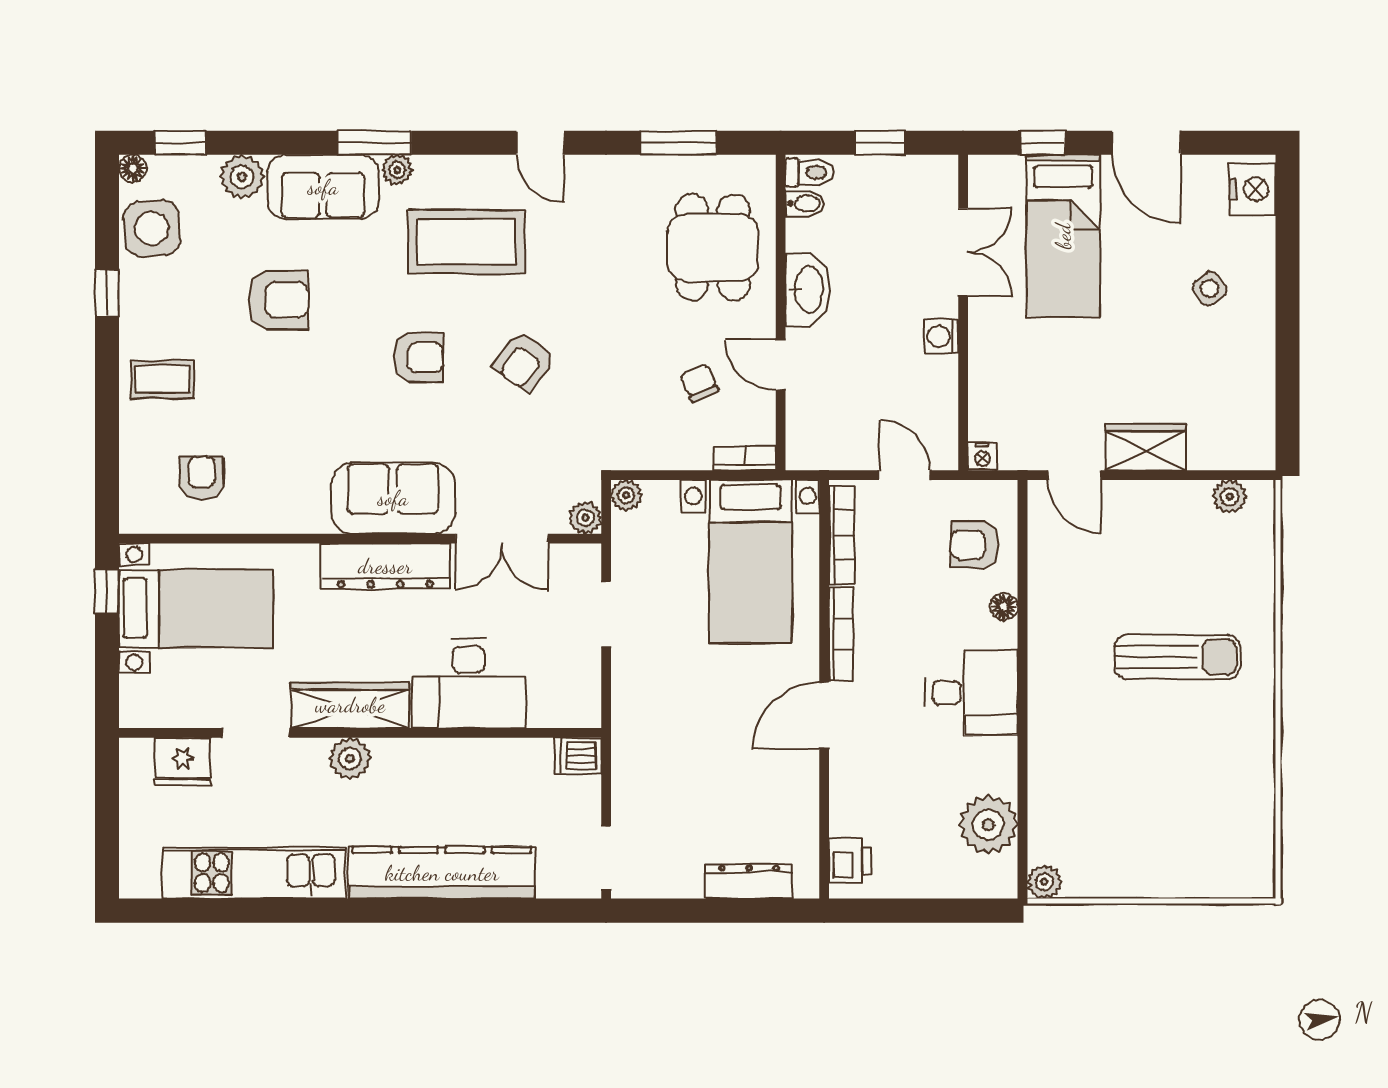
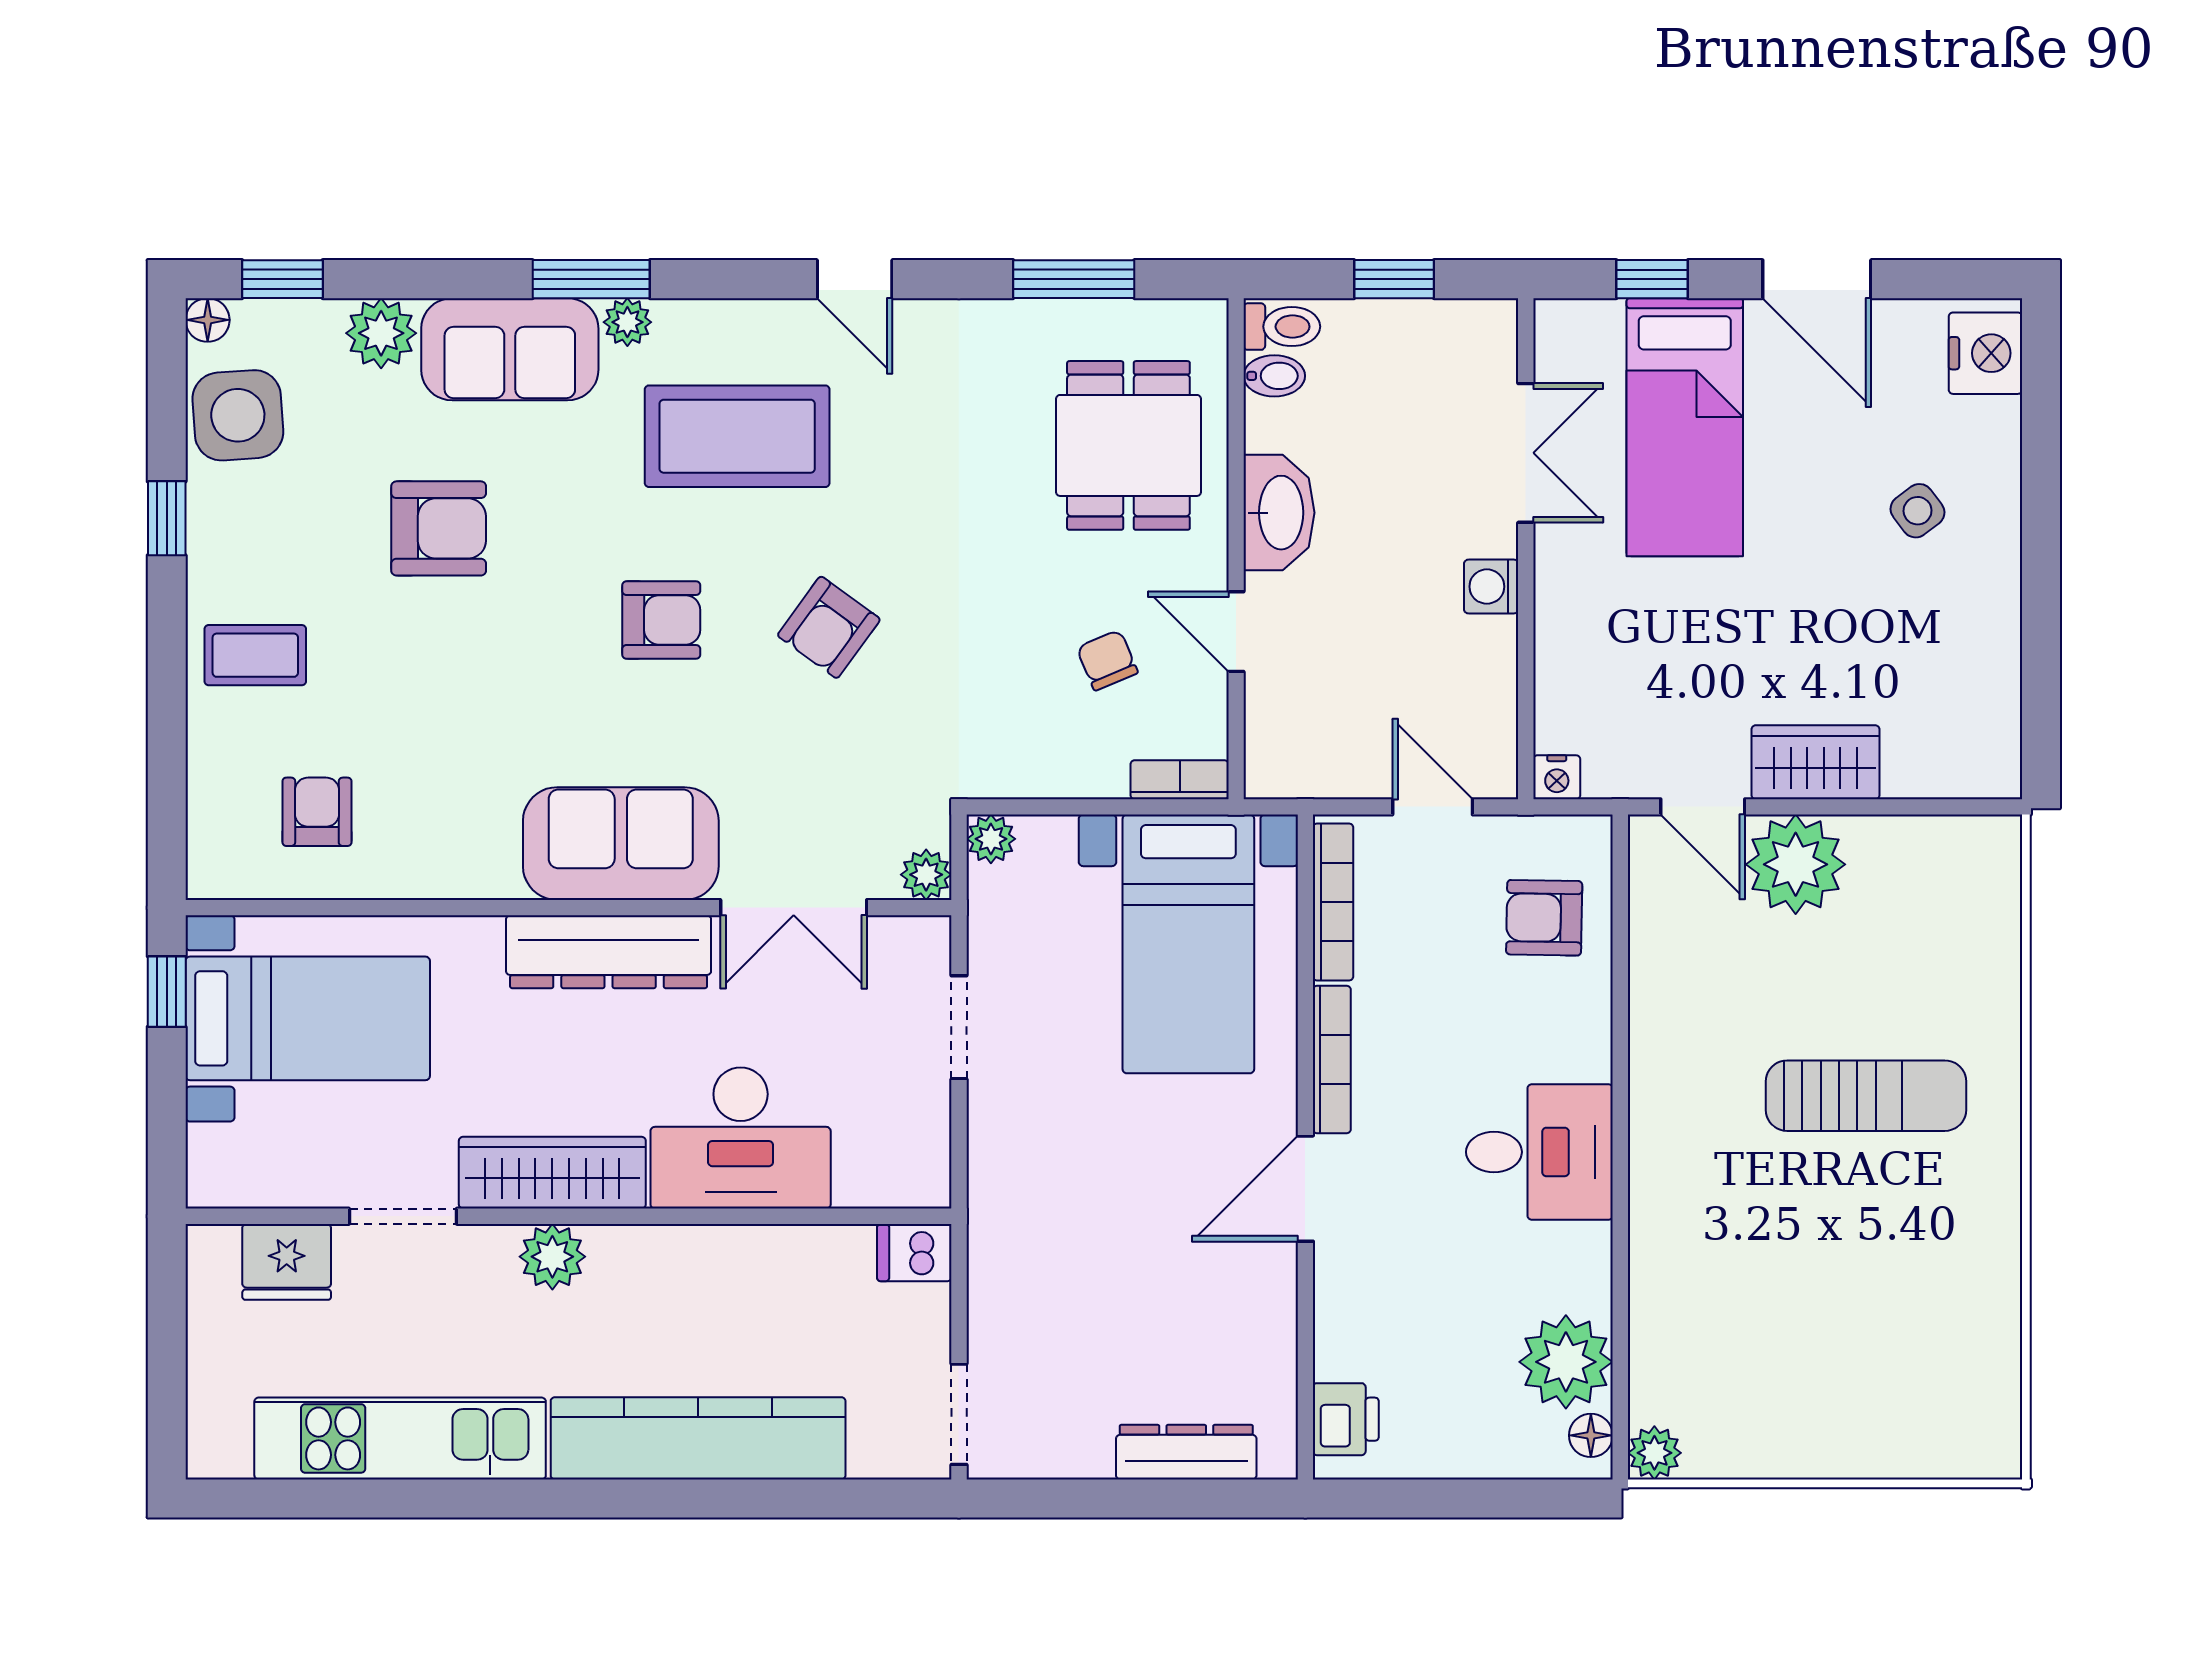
plant: (1230, 497) -> (1796, 864), moved, width x1.88, depth x1.88
floor lamp: (1004, 607) -> (1591, 1435), moved

